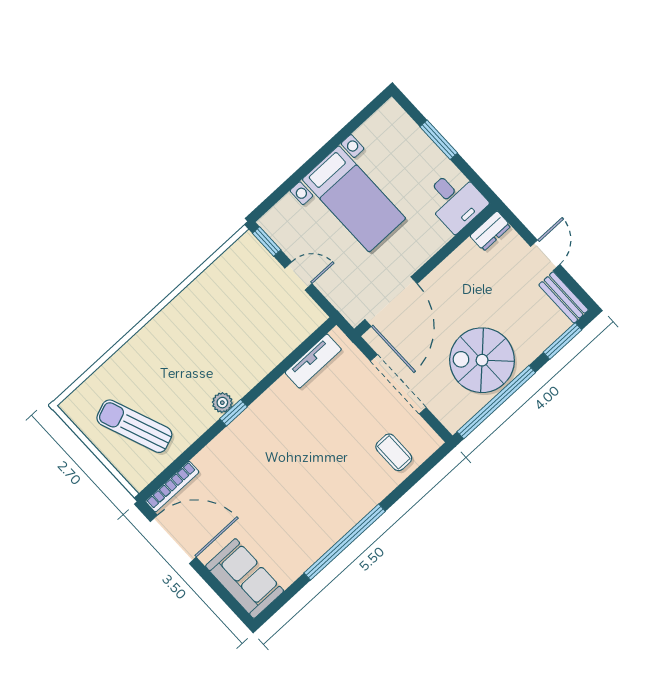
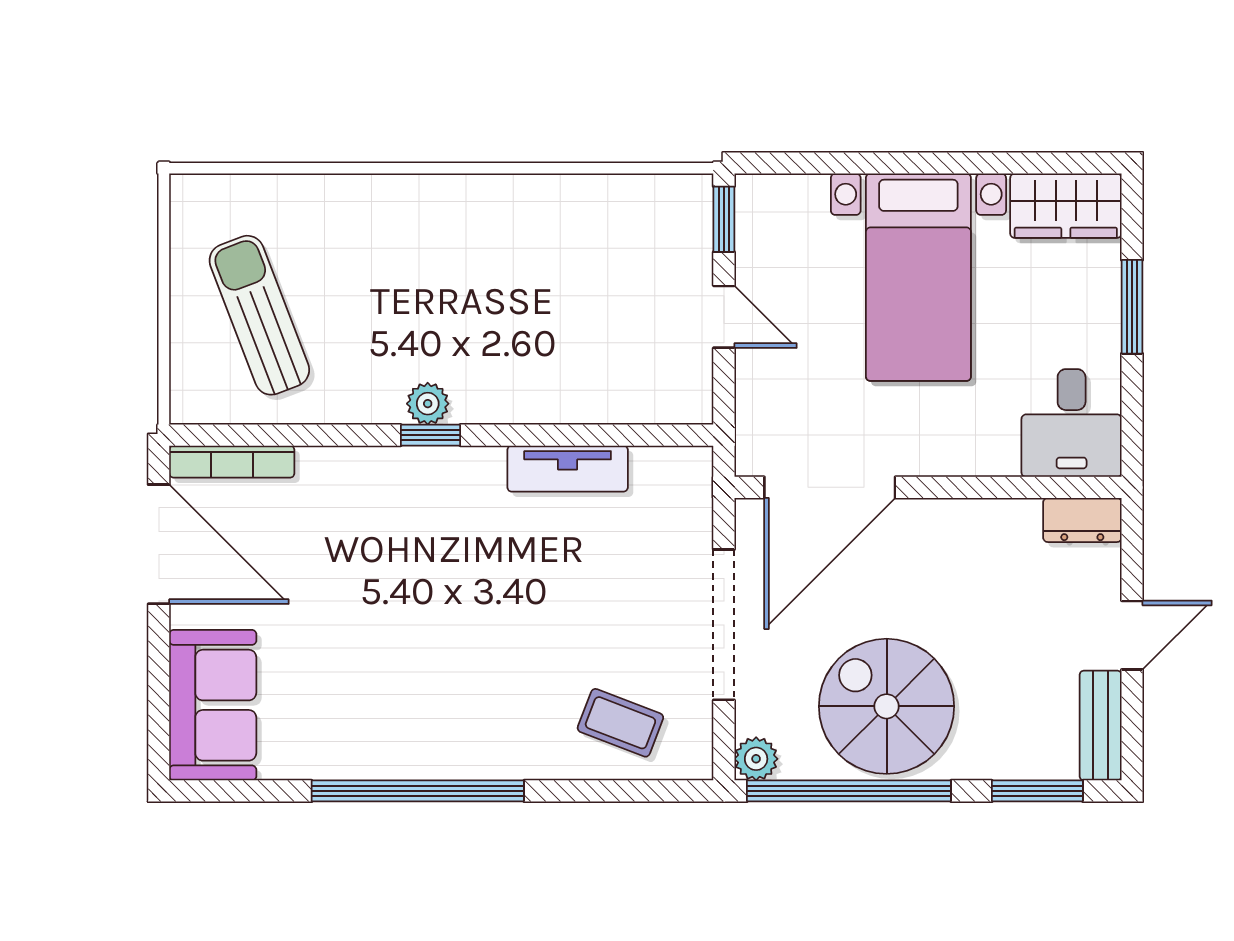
wardrobe: (383, 126) -> (1066, 206), added
tv unit: (313, 361) -> (568, 469), moved
plant: (453, 421) -> (756, 759), added
coffee table: (394, 452) -> (620, 723), turned -69

